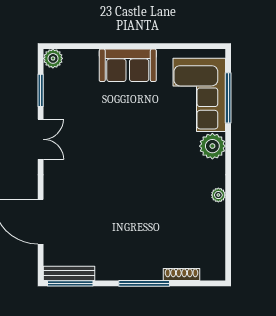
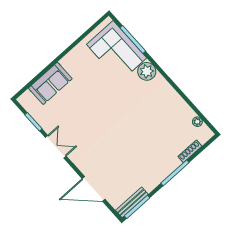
plant: (53, 58) -> (25, 100), removed
sofa: (128, 65) -> (50, 83), moved
plant: (218, 195) -> (197, 122), moved

